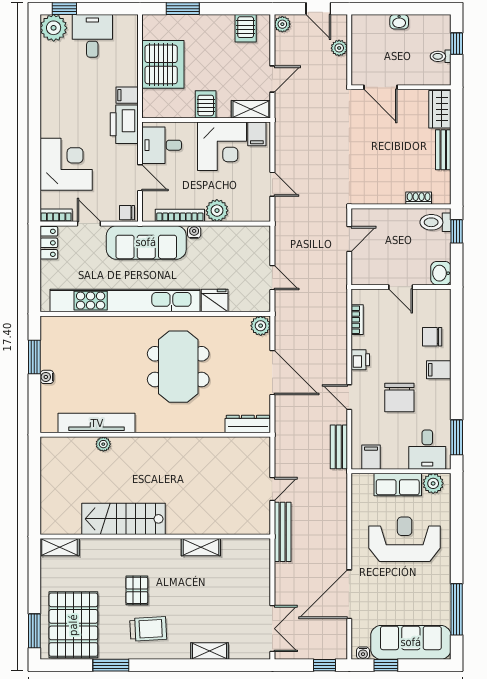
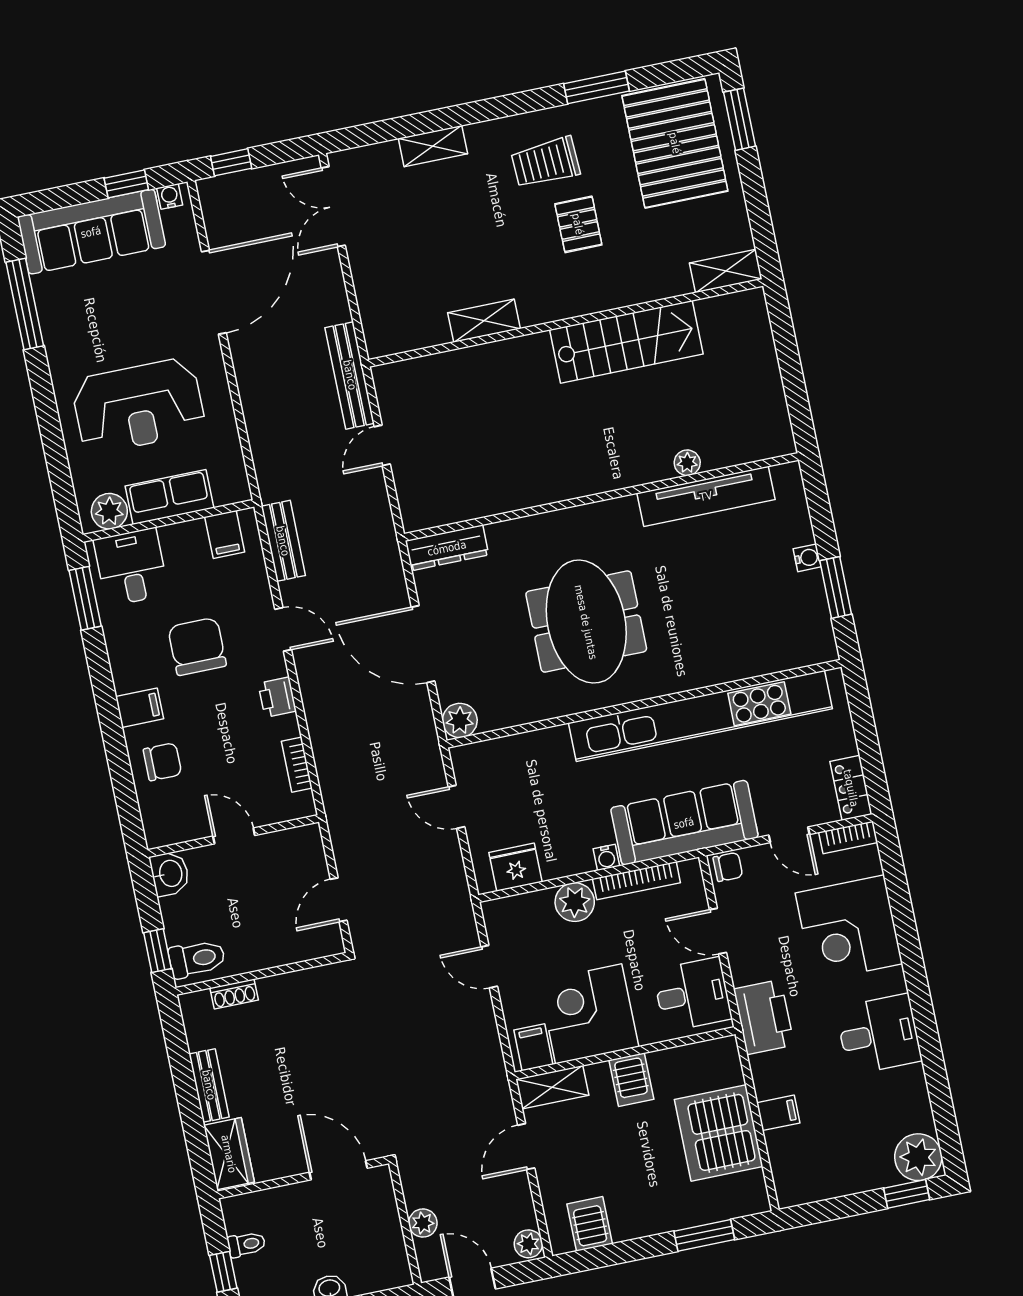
desk: (92, 36) -> (879, 1034), moved, turned -90
filing cabinet: (127, 95) -> (778, 1113), moved
fridge: (215, 301) -> (515, 867), moved, turned 180

